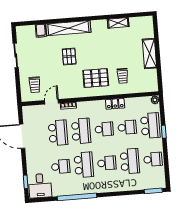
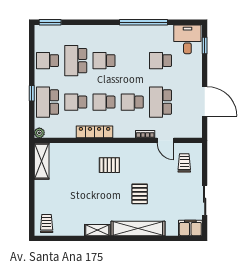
shelving: (118, 23) -> (97, 230), moved
filing cabinet: (41, 31) -> (190, 228), moved, width x2.00
shelving: (149, 54) -> (42, 161), moved
trolley: (123, 76) -> (47, 224), moved
pallet: (96, 78) -> (109, 165), width x0.67, depth x0.71
door: (51, 102) -> (165, 140), hinge flipped
locker: (115, 104) -> (95, 132), width x1.53
school desk: (81, 131) -> (132, 102), width x0.54
school desk: (84, 165) -> (132, 61), removed

